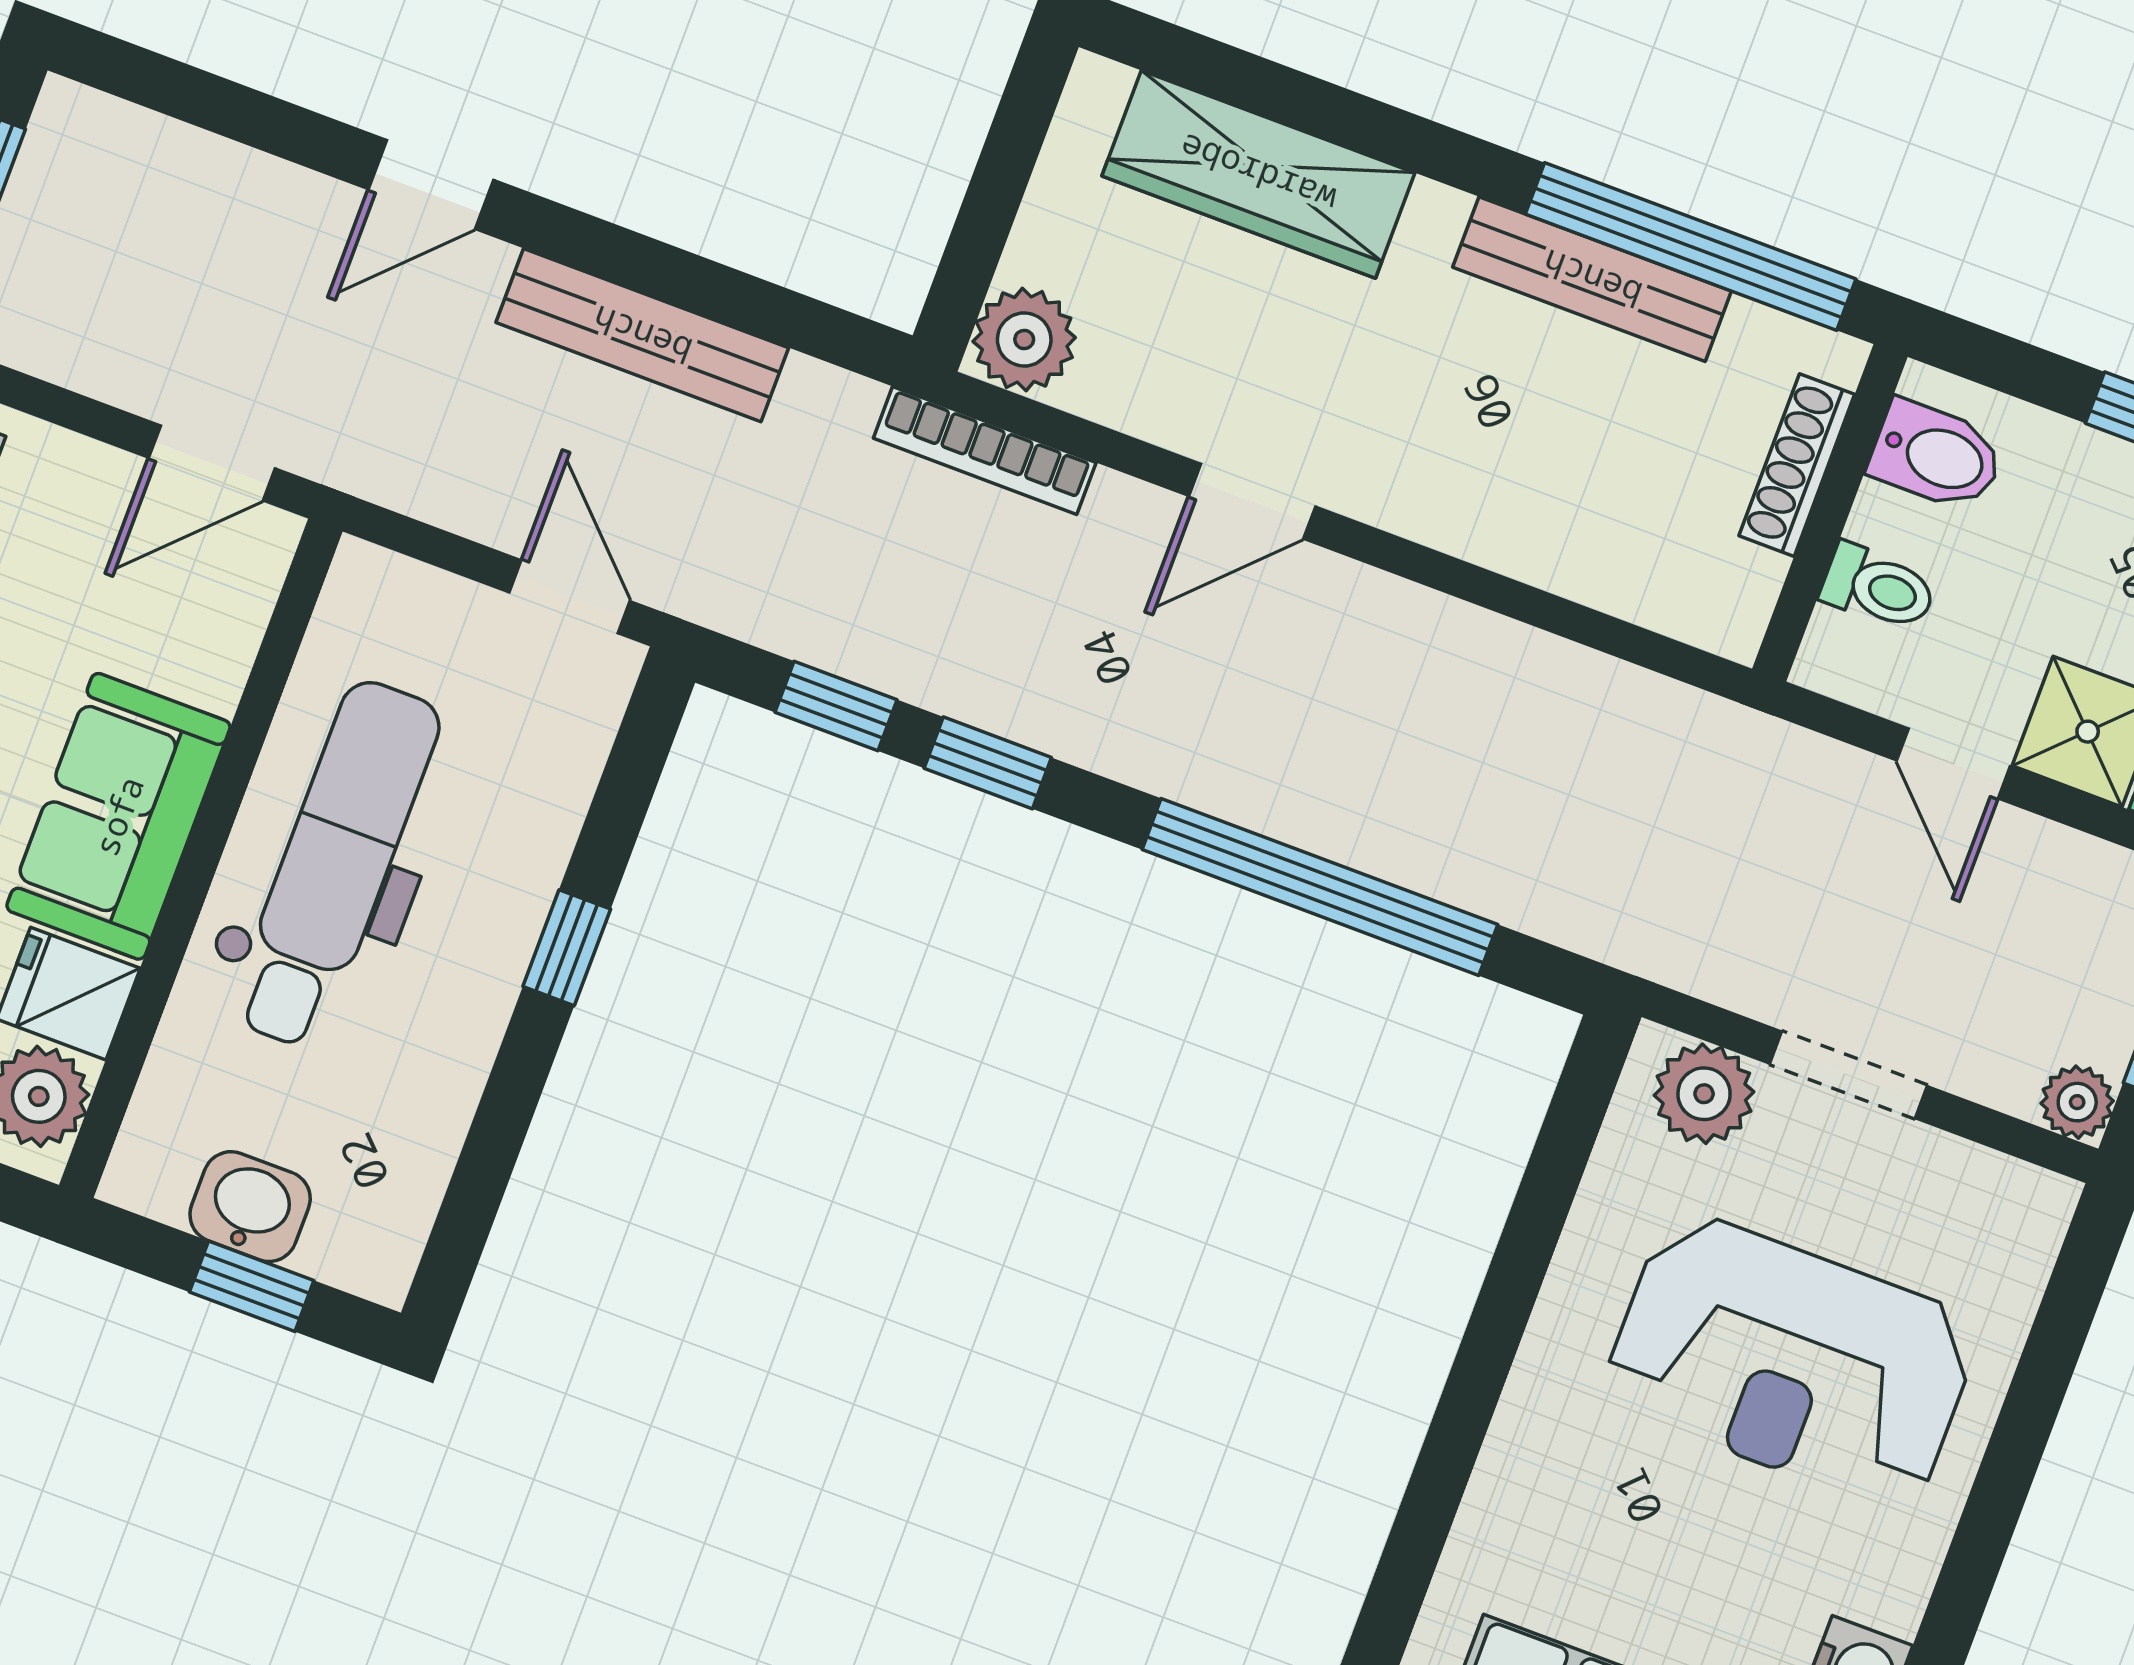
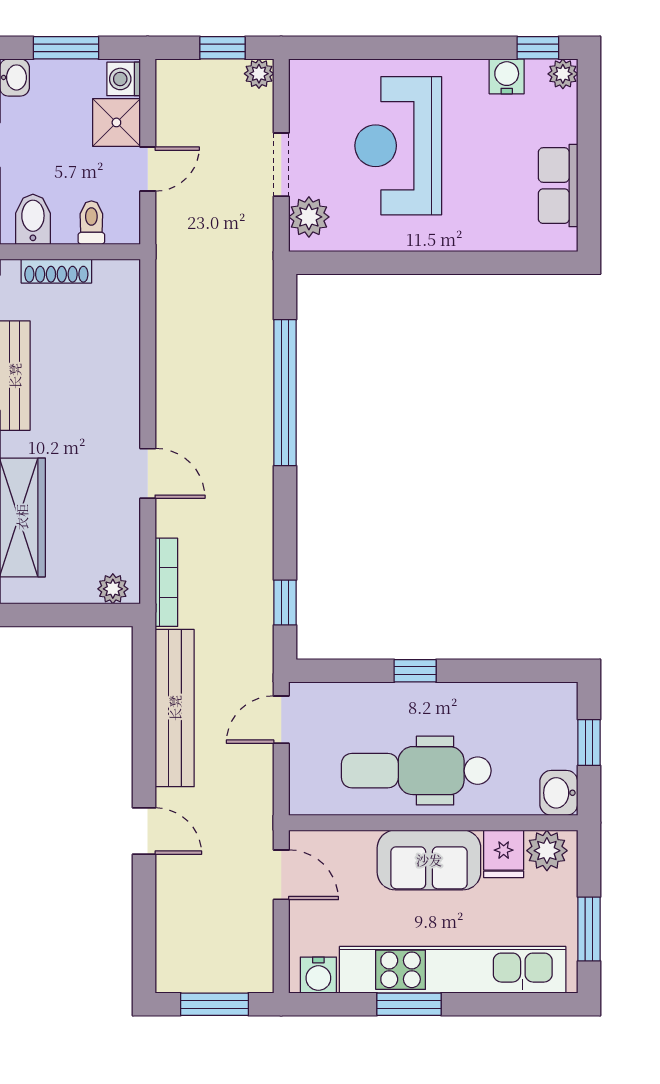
bench: (642, 335) -> (175, 708), width x1.37, depth x1.21
plant: (1024, 339) -> (113, 589), width x0.73, depth x0.73
window: (988, 763) -> (285, 537), removed
washbasin: (250, 1207) -> (559, 793), moved
reception desk: (1791, 1361) -> (398, 146), turned 180

